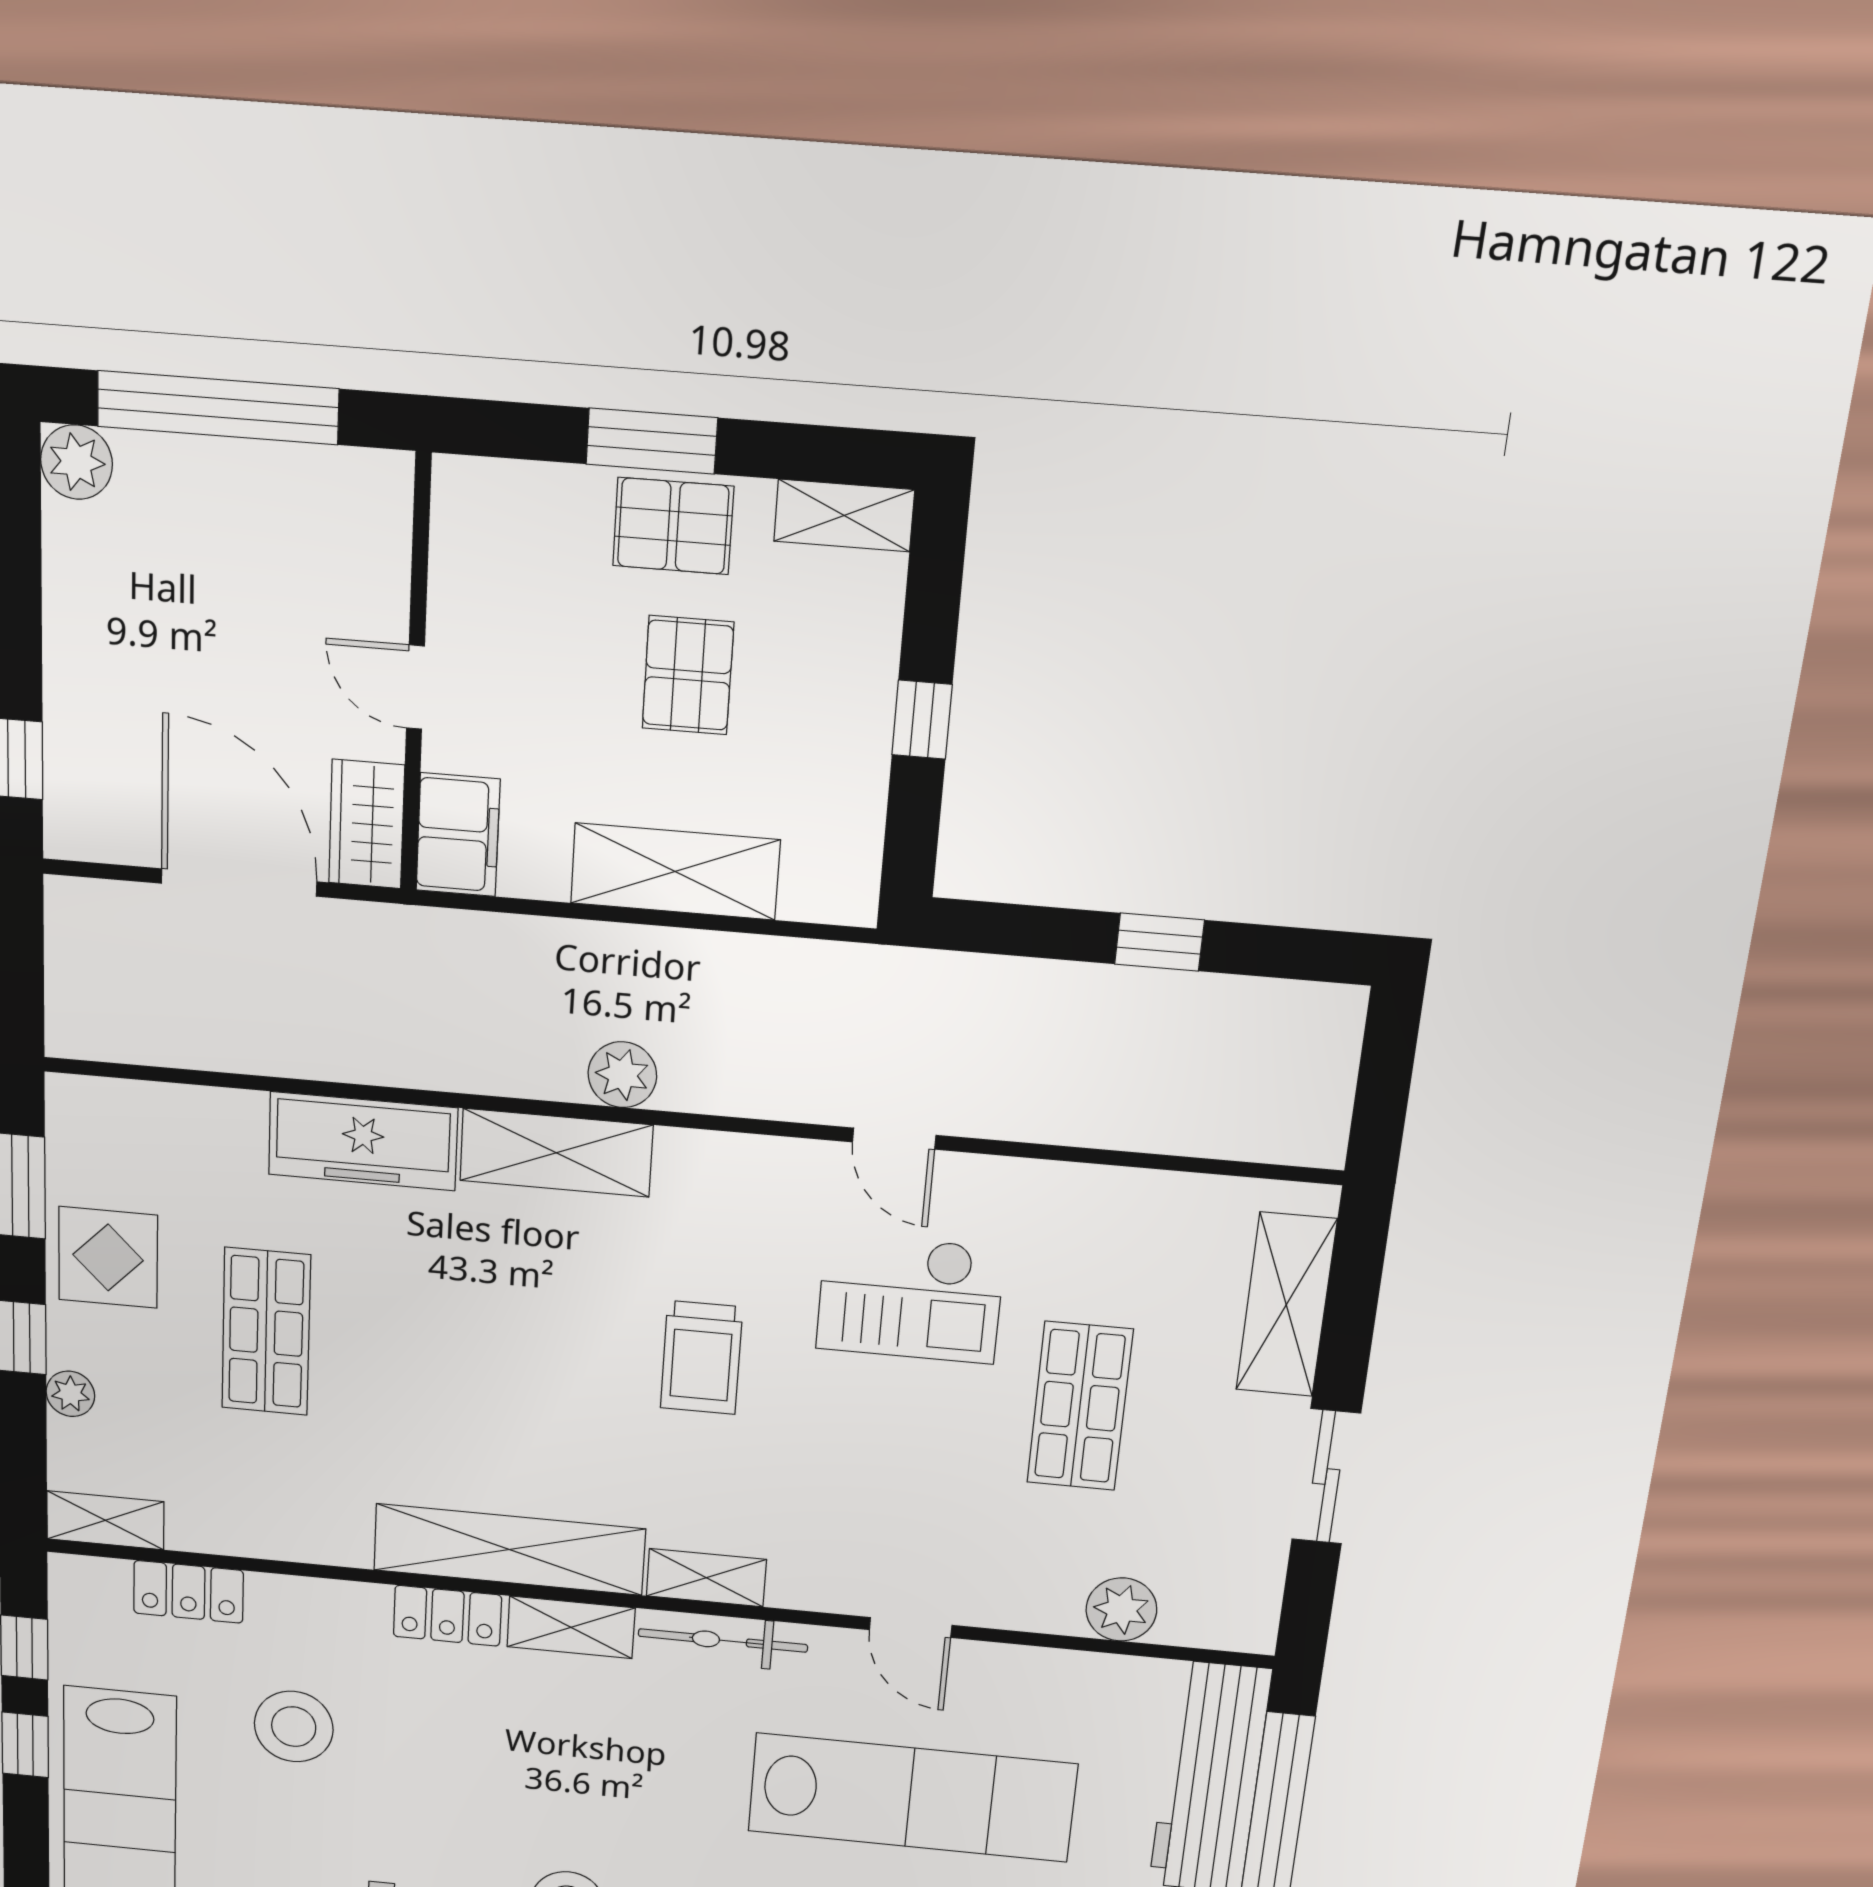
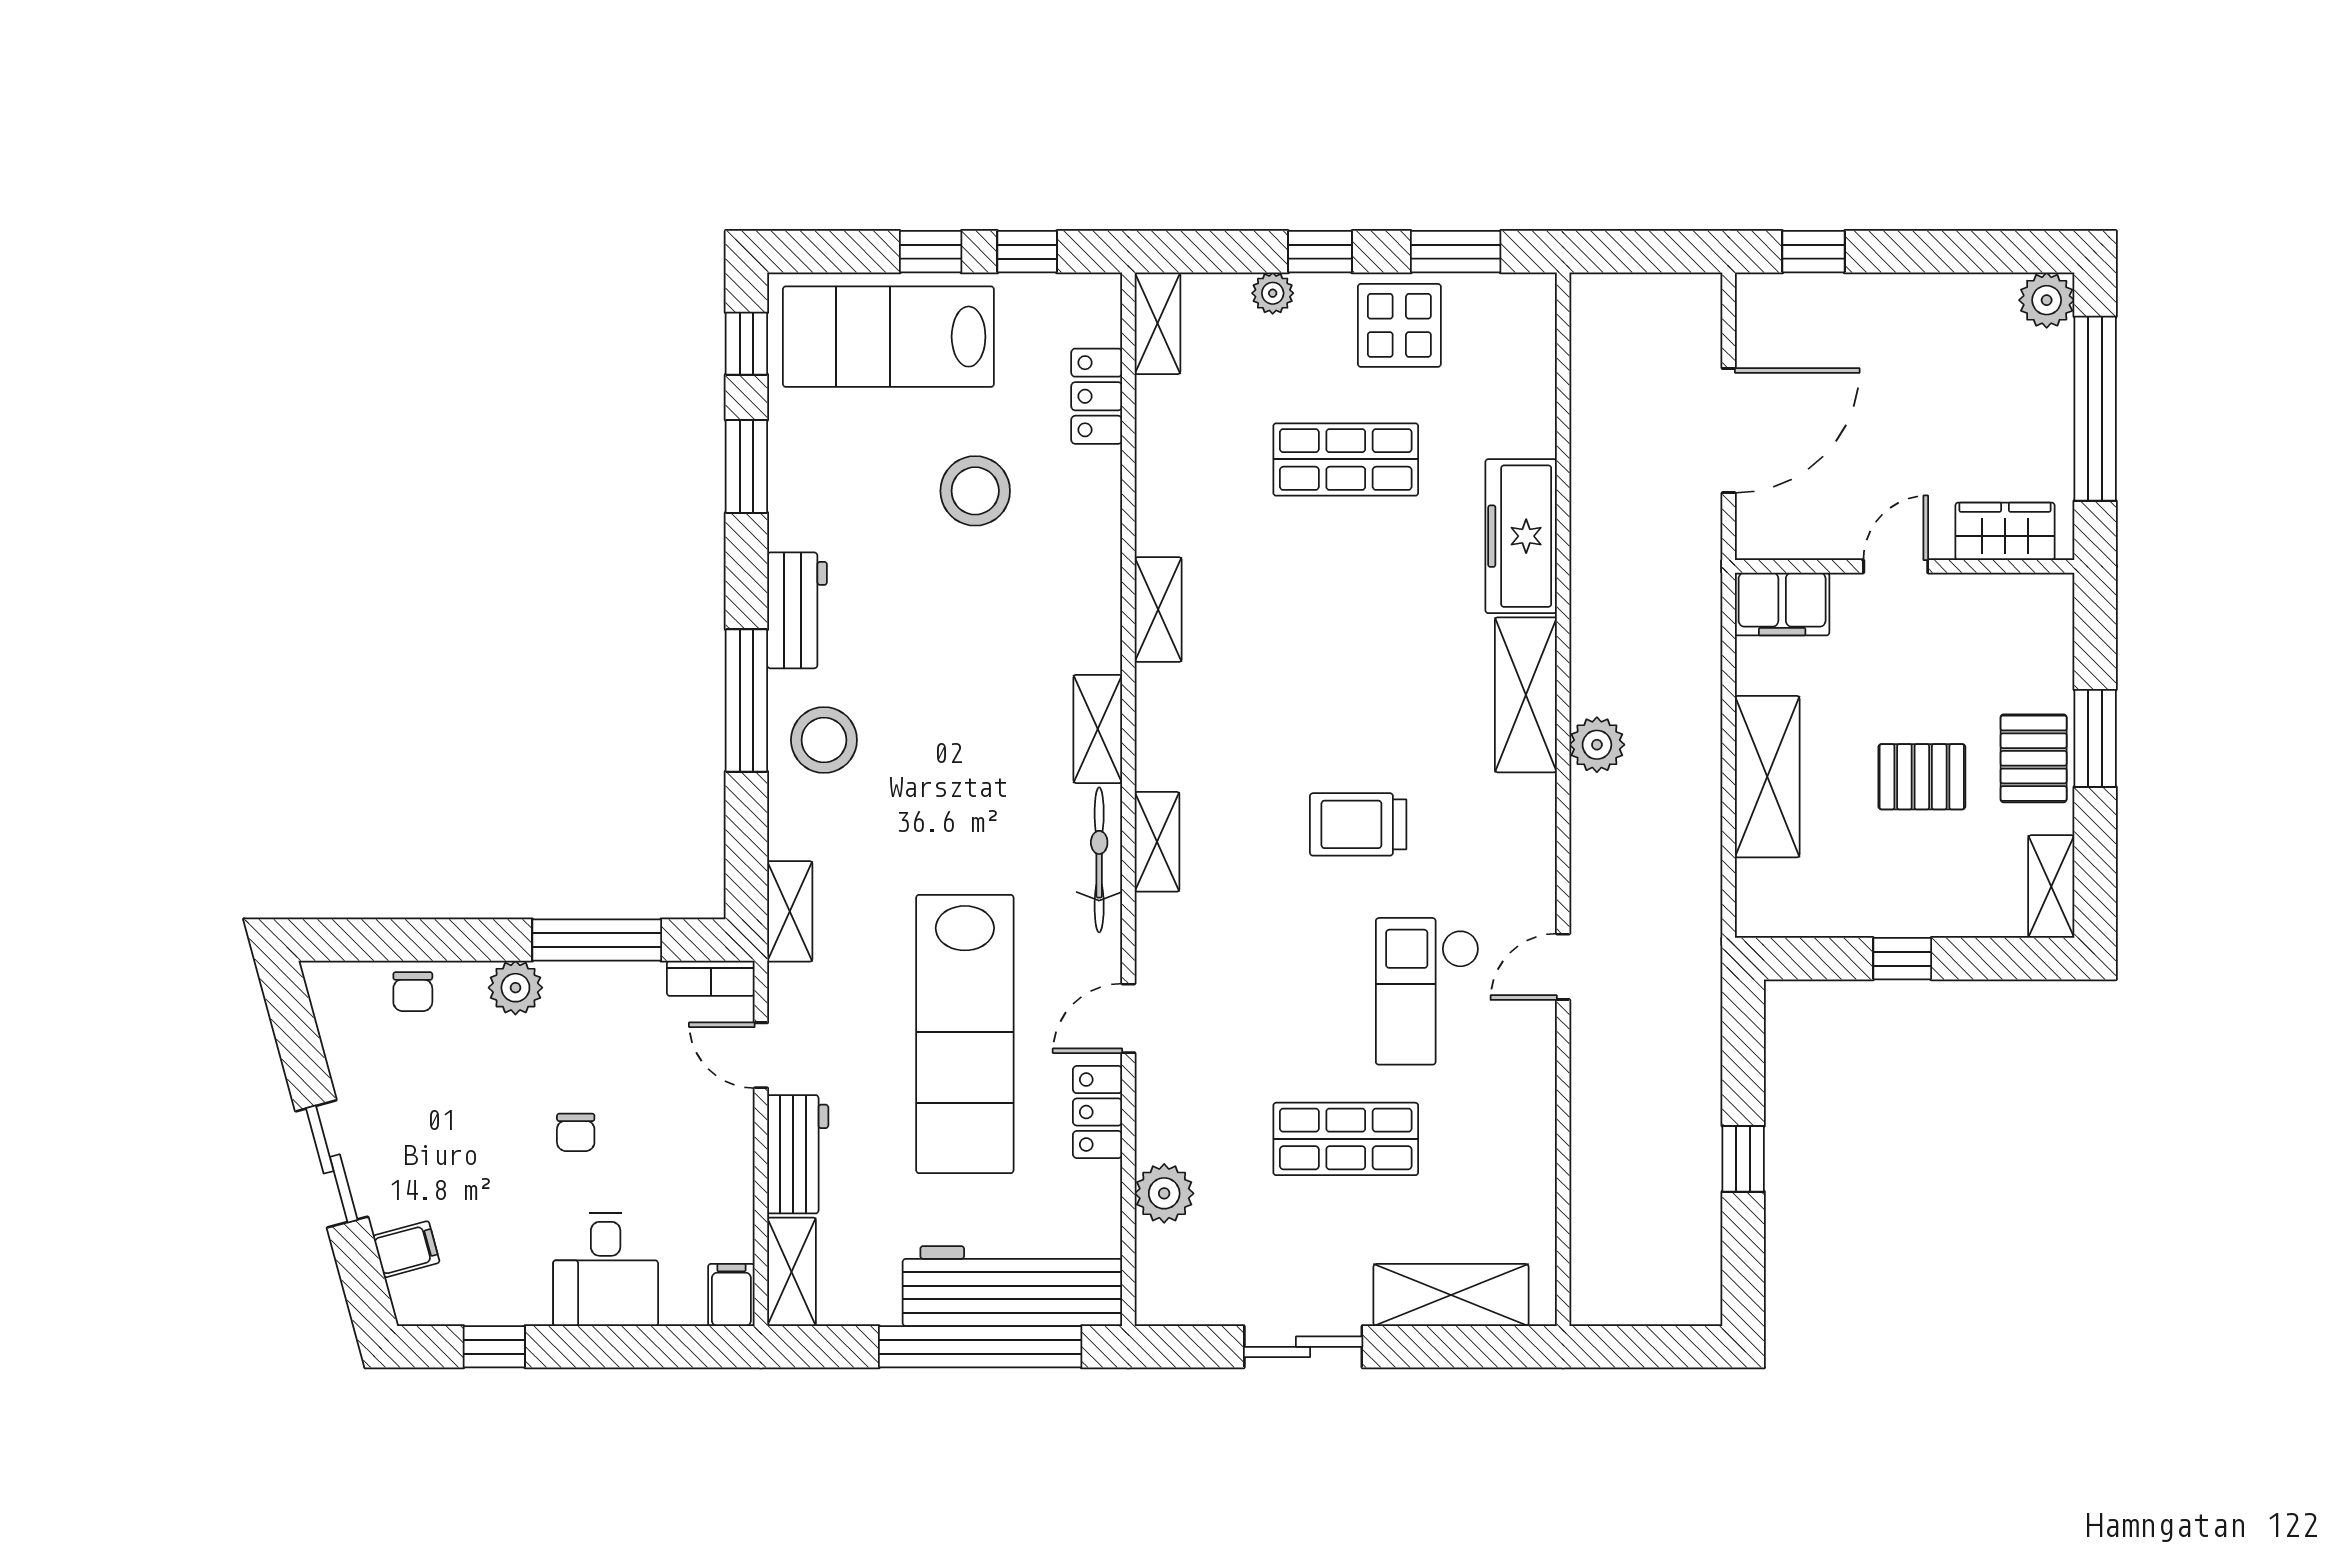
wardrobe: (367, 824) -> (2005, 531), moved
shelving: (509, 1549) -> (1158, 610), width x0.45, depth x0.75
locker: (447, 1616) -> (1098, 1112), moved

